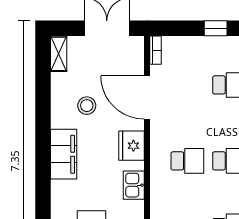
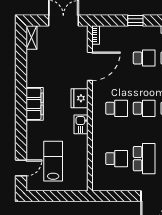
door: (147, 98) -> (90, 66), swing flipped
stool: (87, 106) -> (50, 72), removed

